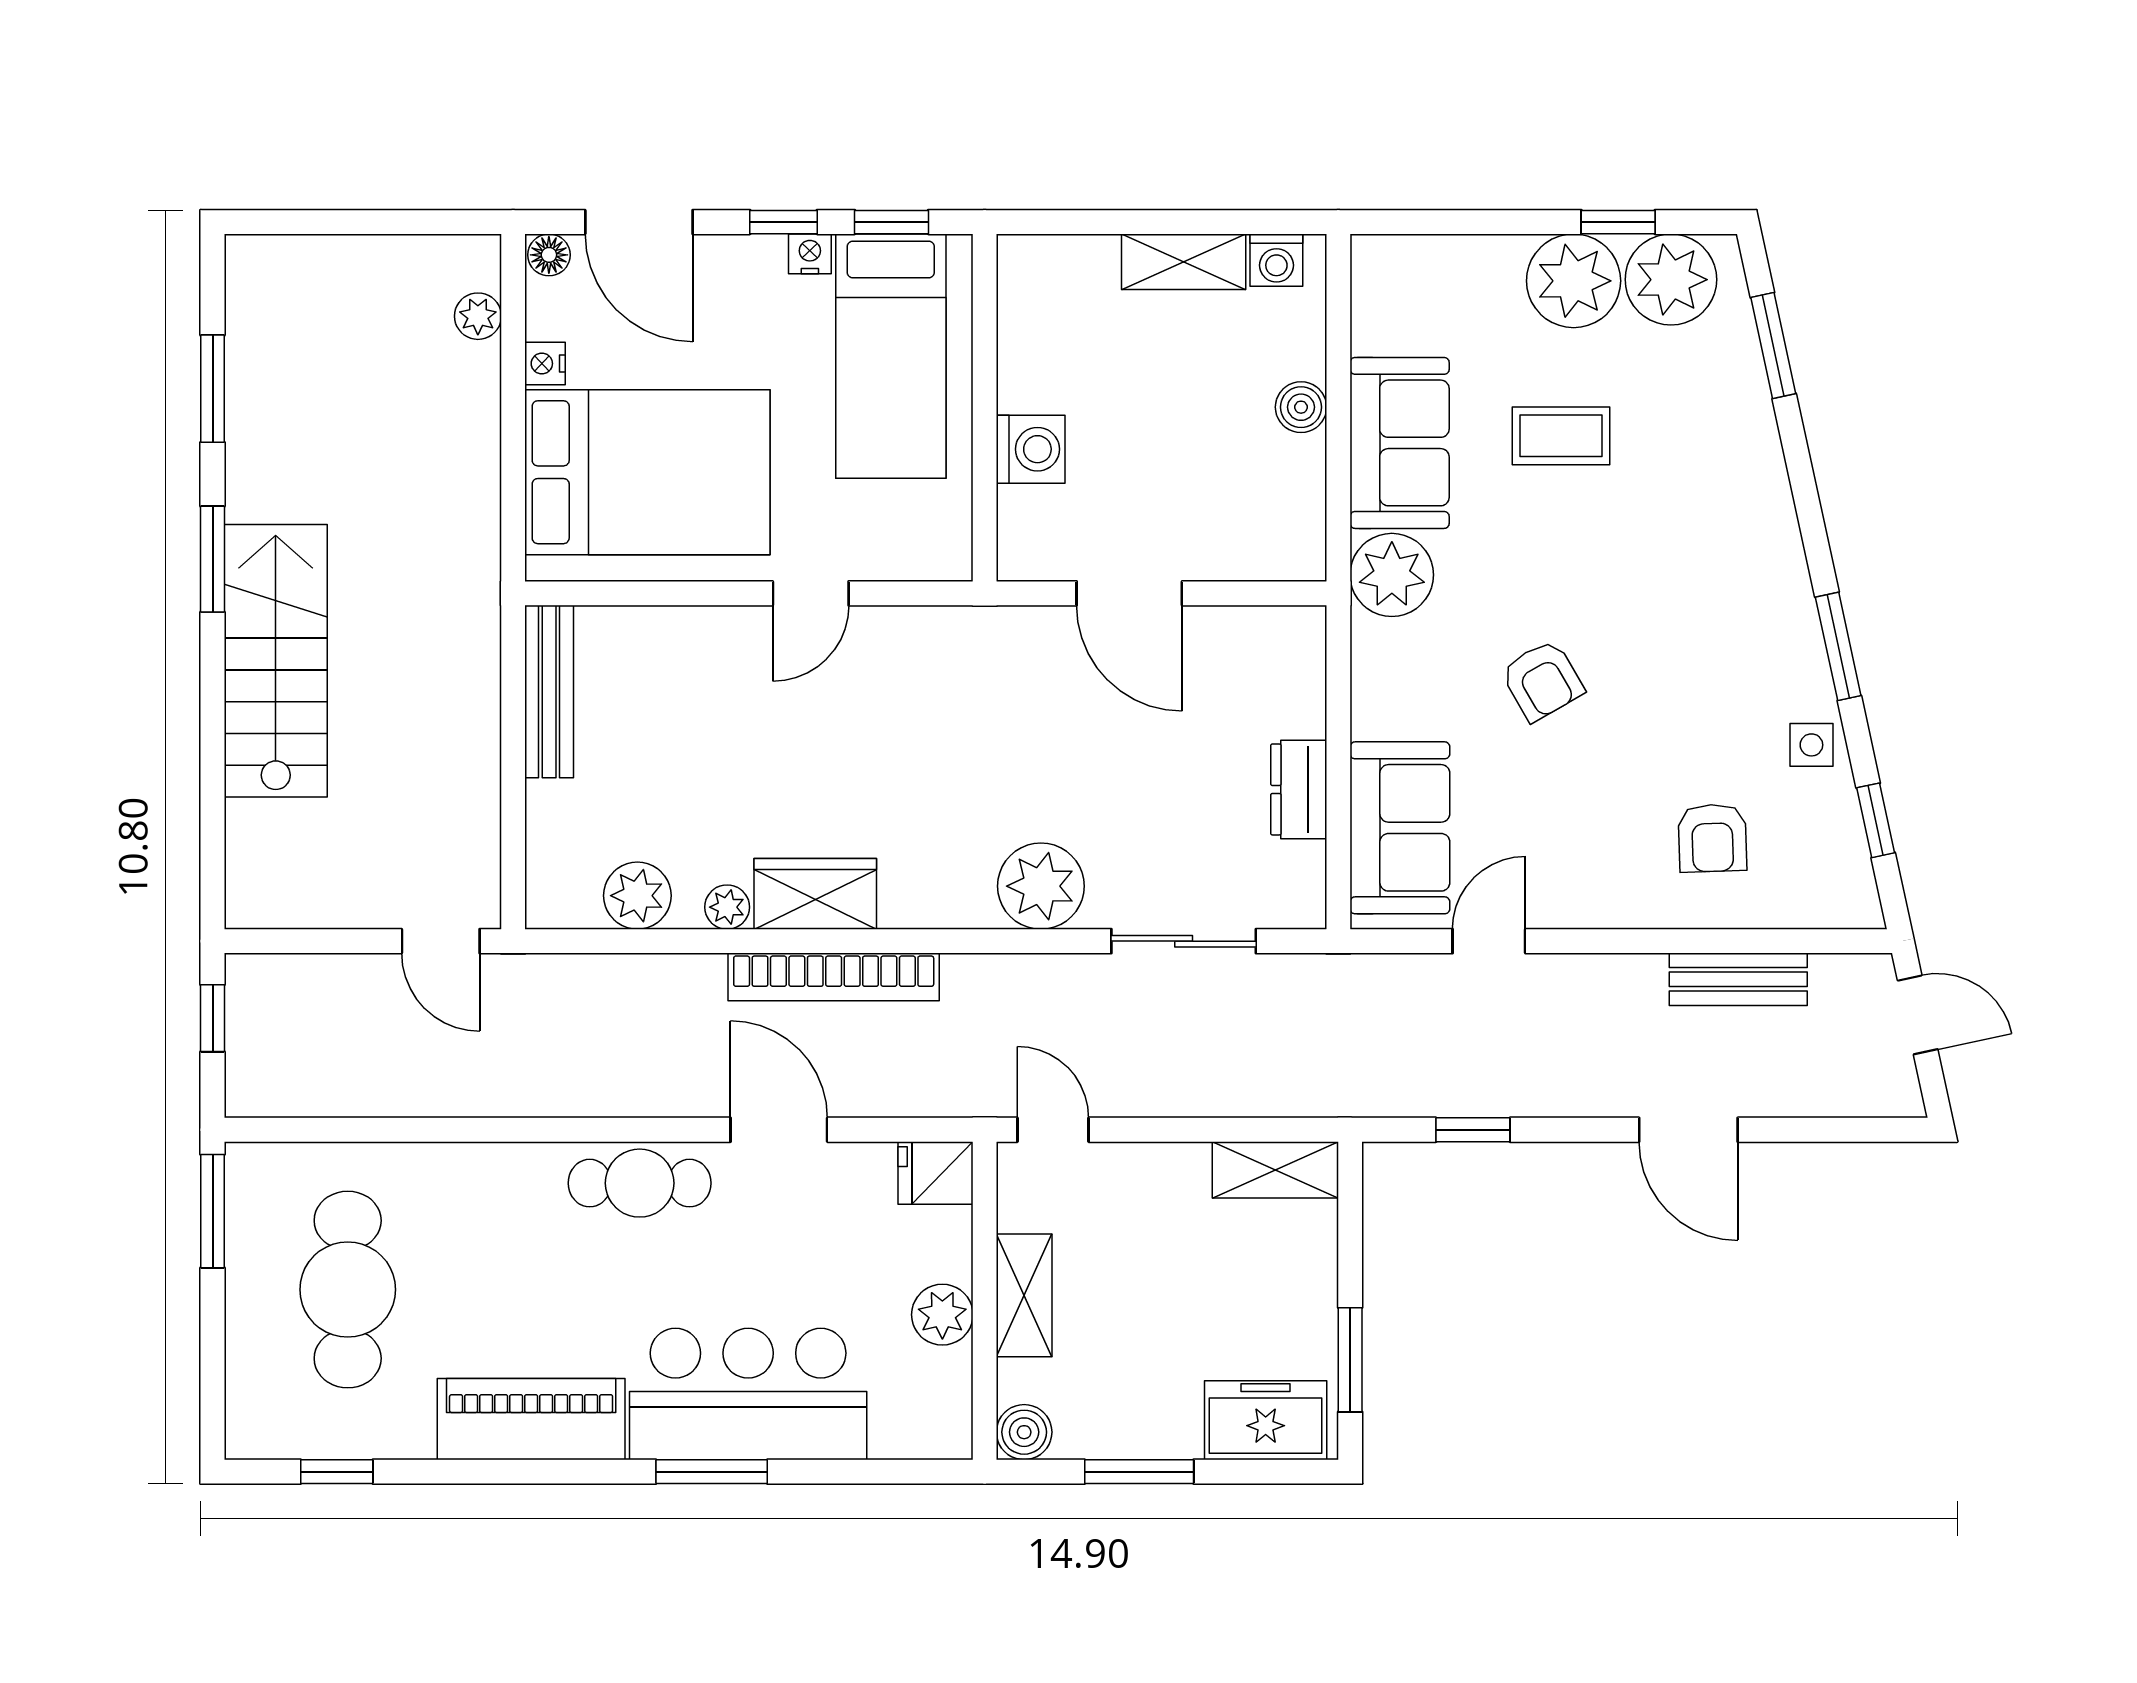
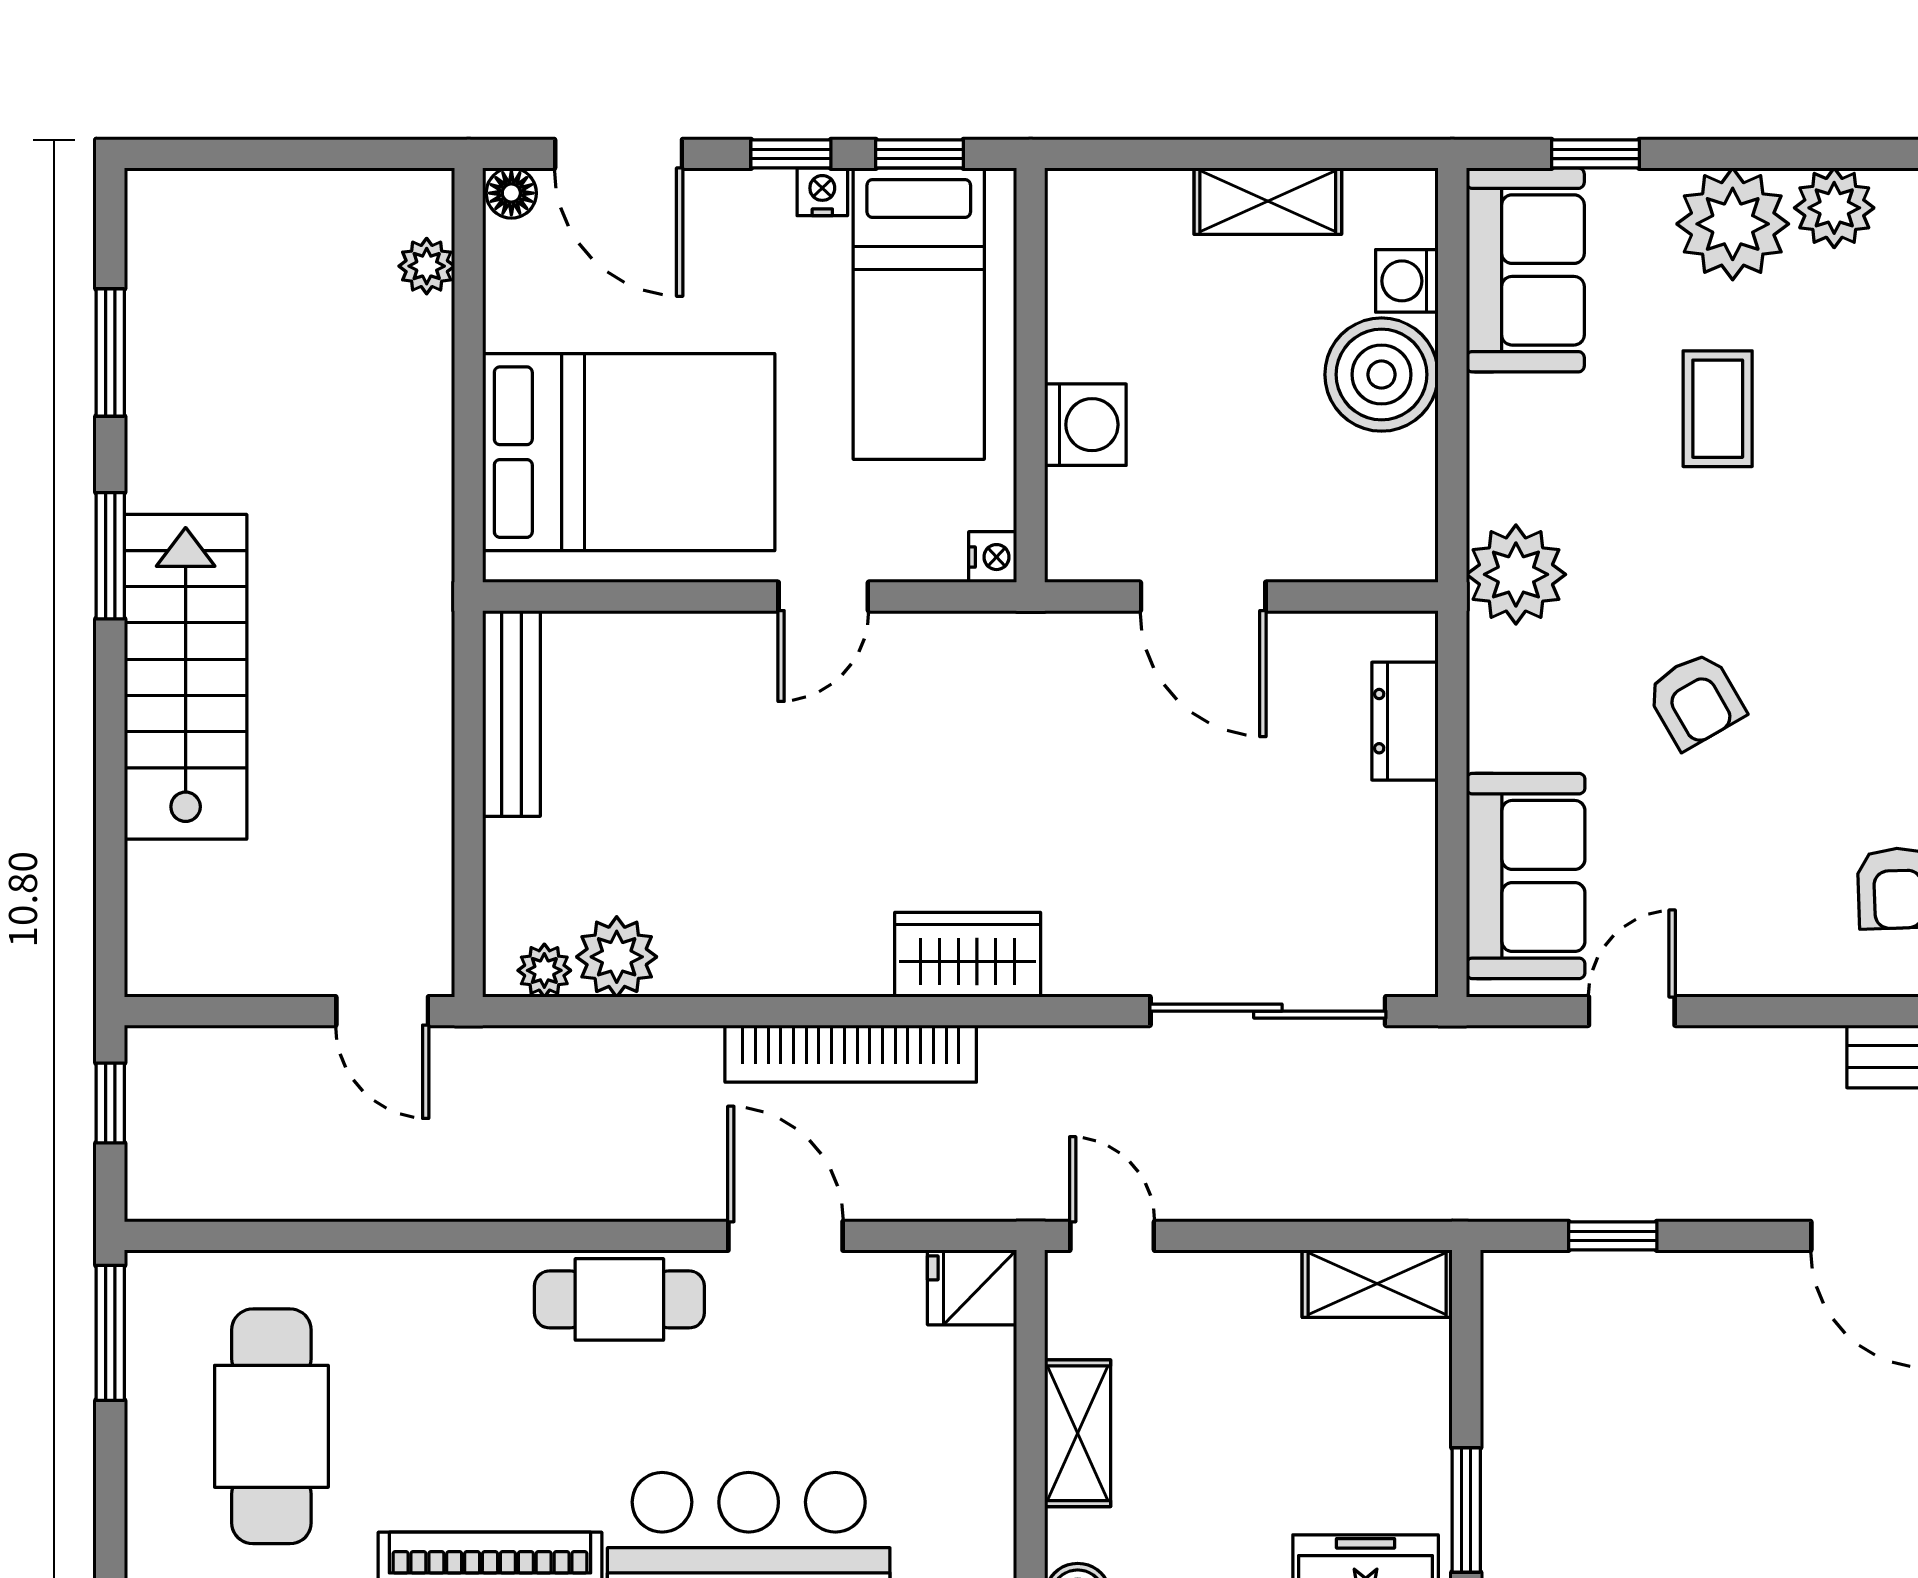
window: (1618, 222) -> (1595, 154), moved
washing machine: (1276, 260) -> (1407, 281), moved, turned 90
plant: (1671, 280) -> (1834, 208), width x0.73, depth x0.73
nightstand: (545, 364) -> (993, 557), moved, turned 180
boiler: (1301, 407) -> (1382, 375), width x1.86, depth x1.86
coffee table: (1561, 436) -> (1718, 409), turned 90
sofa: (1400, 443) -> (1525, 270), moved
dresser: (1299, 789) -> (1405, 721), moved
plant: (1041, 886) -> (1098, 945), removed
wardrobe: (815, 894) -> (968, 955), moved
plant: (727, 907) -> (544, 970), moved
sliding door: (1184, 941) -> (1268, 1011), width x1.37
plant: (942, 1315) -> (980, 1456), removed

